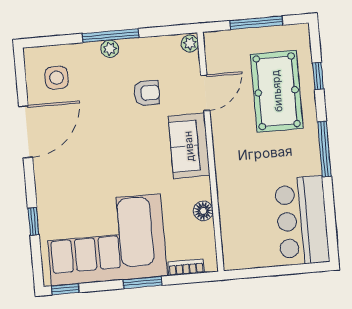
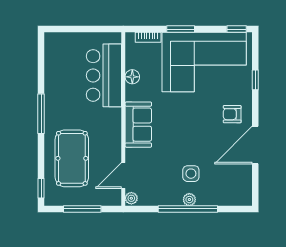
window: (111, 36) -> (188, 209), width x1.46
window: (318, 76) -> (41, 188), moved
side table: (57, 78) -> (191, 174), moved
armchair: (147, 93) -> (232, 114), moved
door: (205, 93) -> (123, 175), moved
bar counter: (302, 221) -> (104, 75), moved, turned 180

